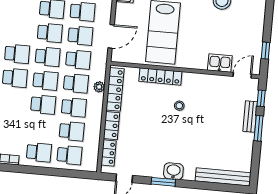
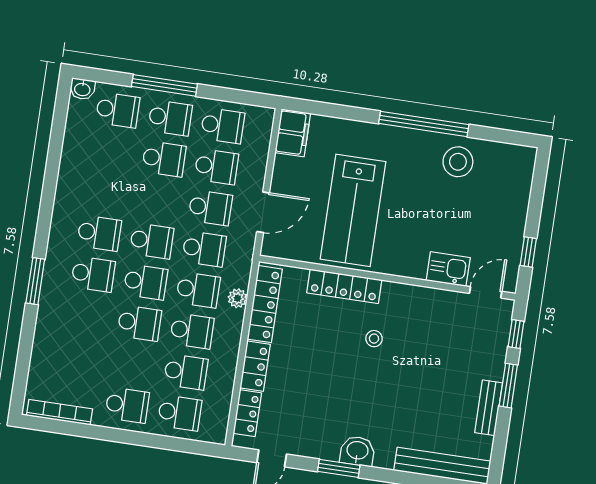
school desk: (50, 33) -> (158, 200), removed
bench: (250, 117) -> (489, 408), moved

